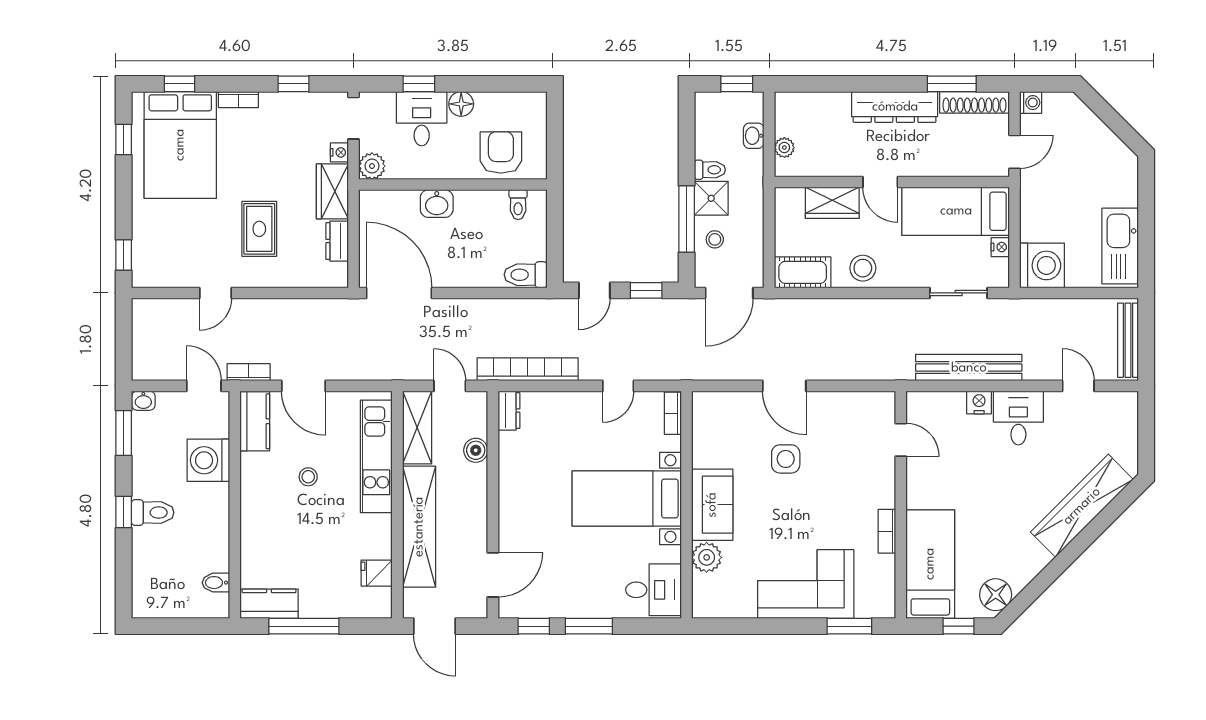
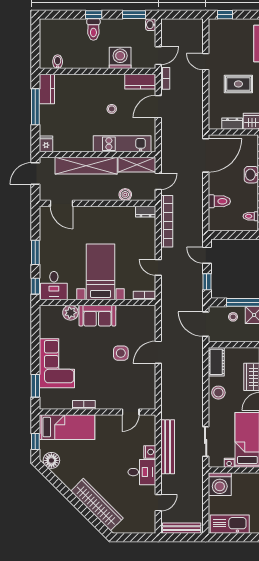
toilet: (526, 275) -> (219, 201), moved, turned 90
fridge: (377, 573) -> (46, 144), moved
window: (534, 626) -> (35, 286), moved

